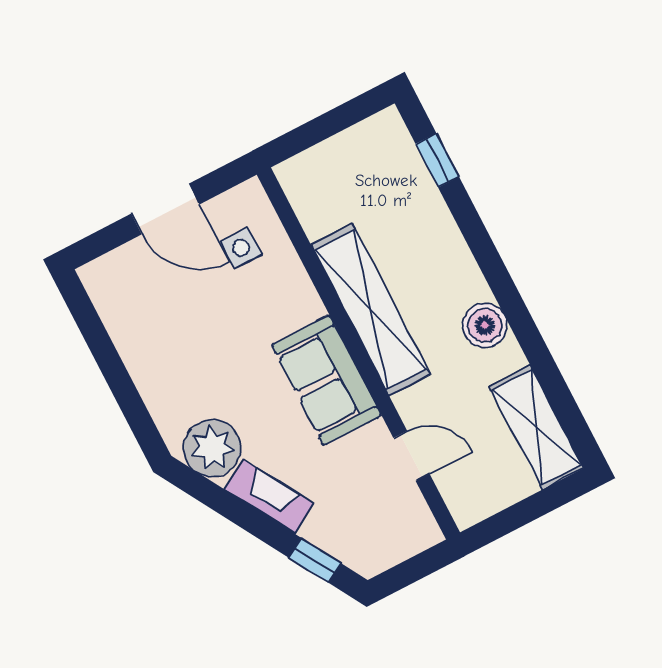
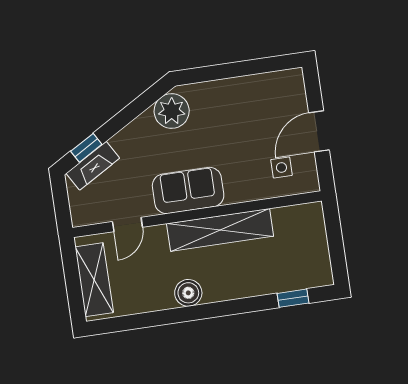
shelving: (536, 427) -> (94, 280), moved, turned 90
fireplace: (269, 496) -> (93, 166), moved

